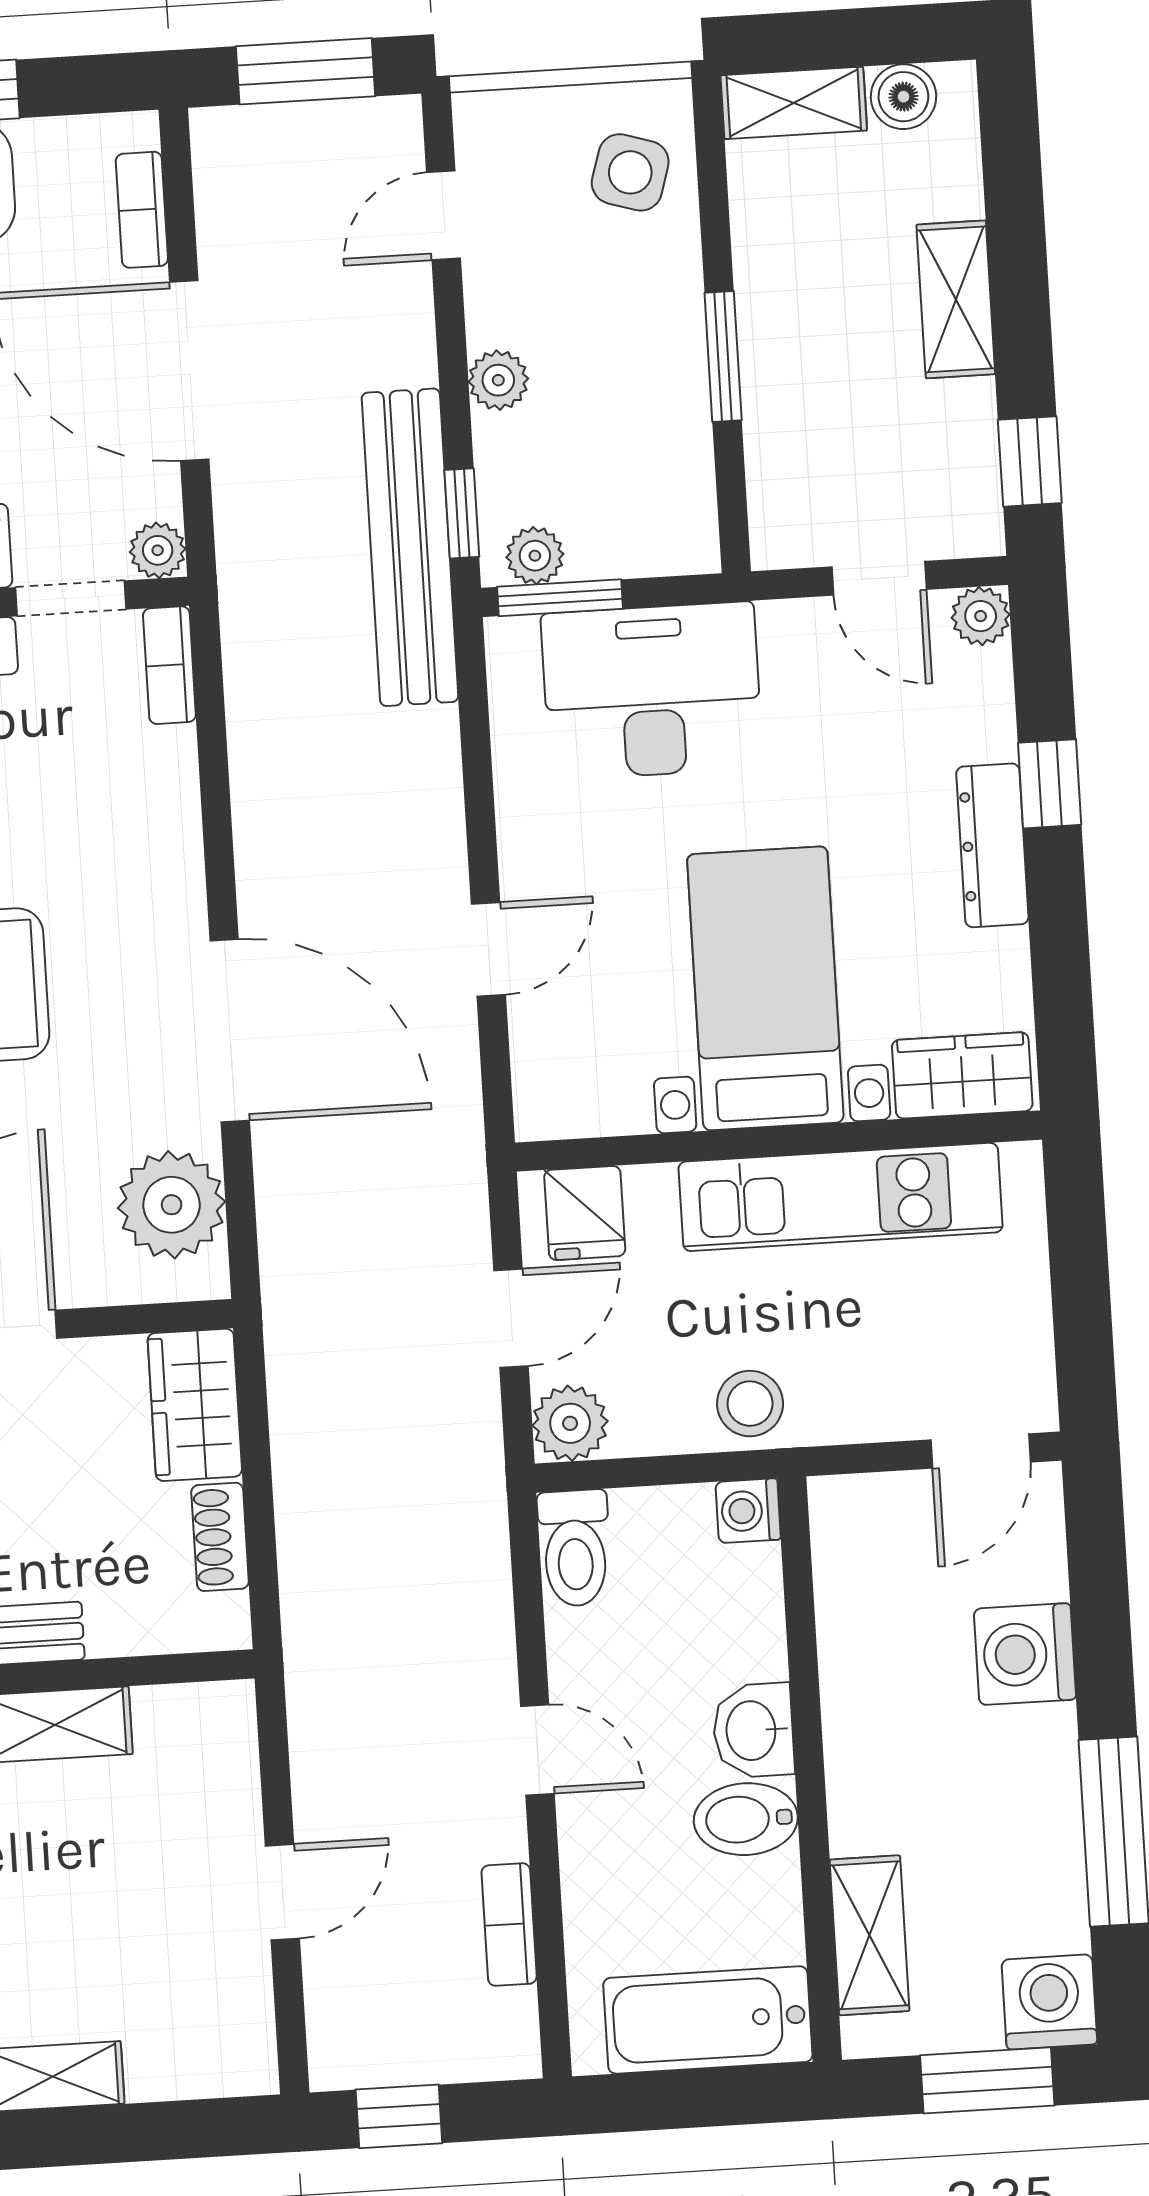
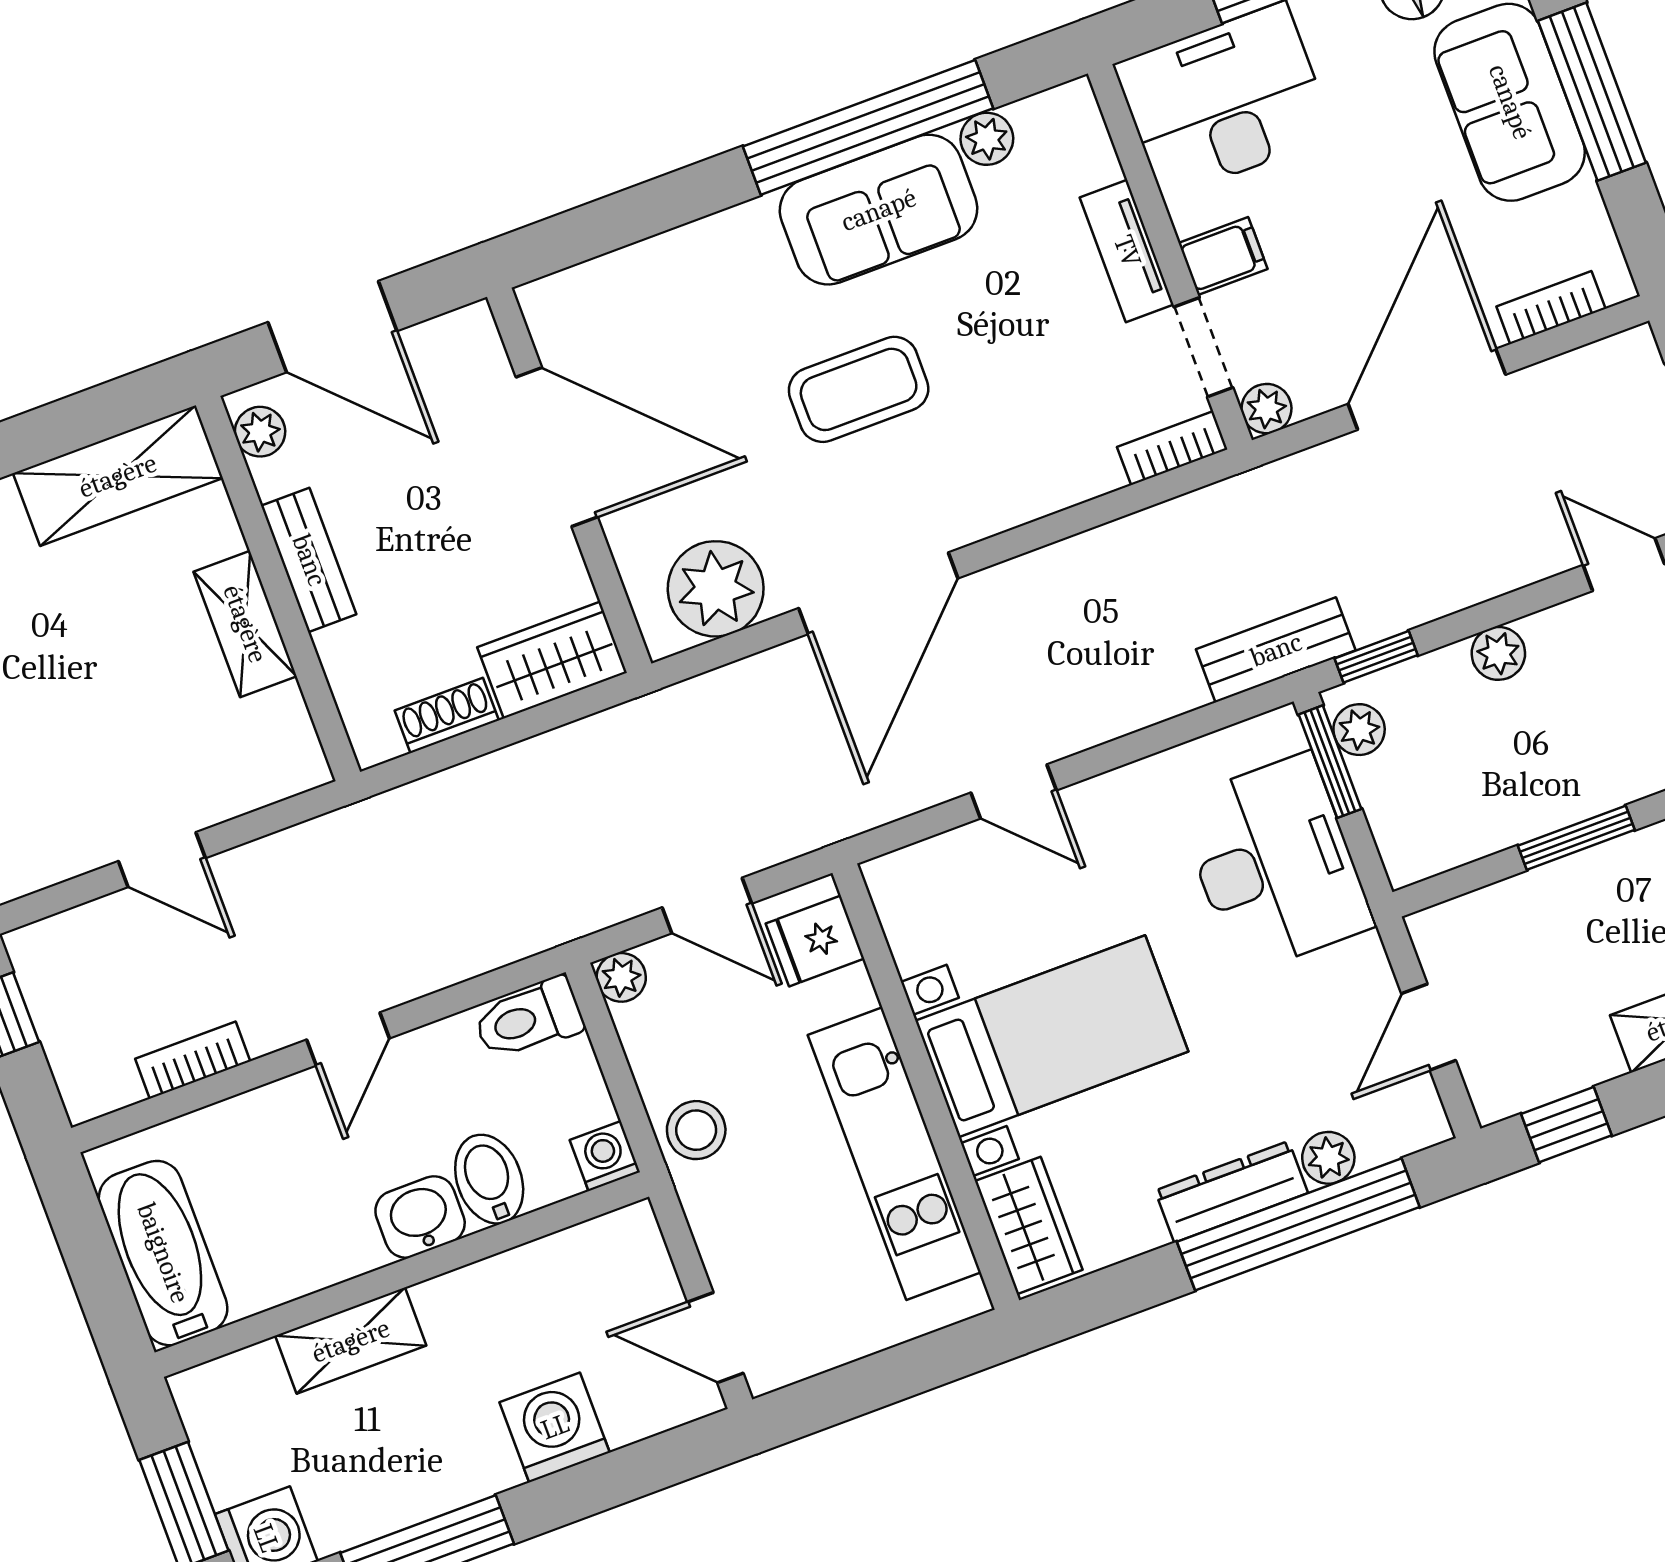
bench: (410, 547) -> (1276, 650), width x0.54, depth x0.82
plant: (981, 616) -> (1328, 1158), moved
window: (1050, 784) -> (1298, 1224), width x3.17
plant: (570, 1423) -> (621, 977), width x0.73, depth x0.73
bidet: (746, 1819) -> (489, 1179), moved
shelving: (870, 1935) -> (351, 1341), moved

